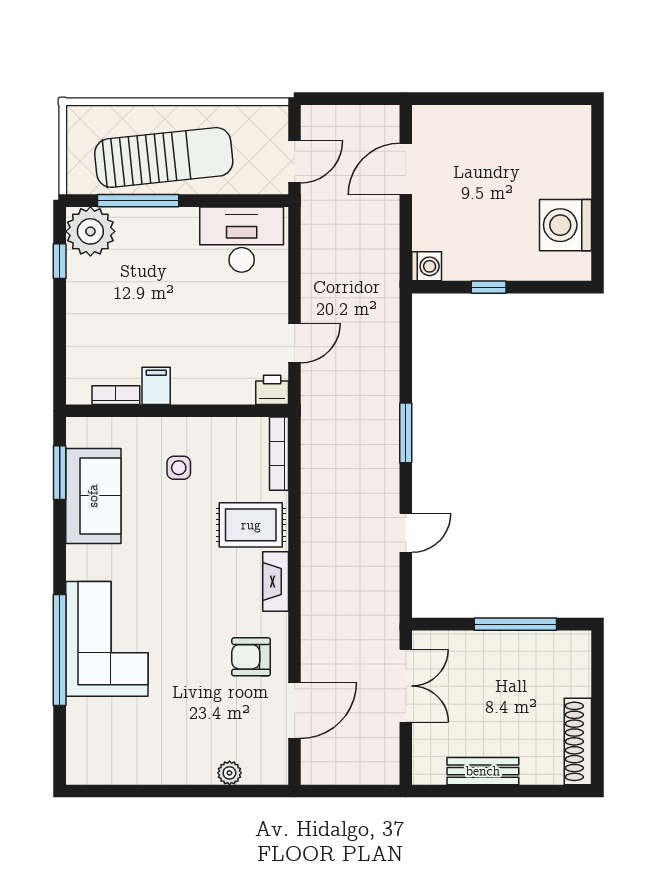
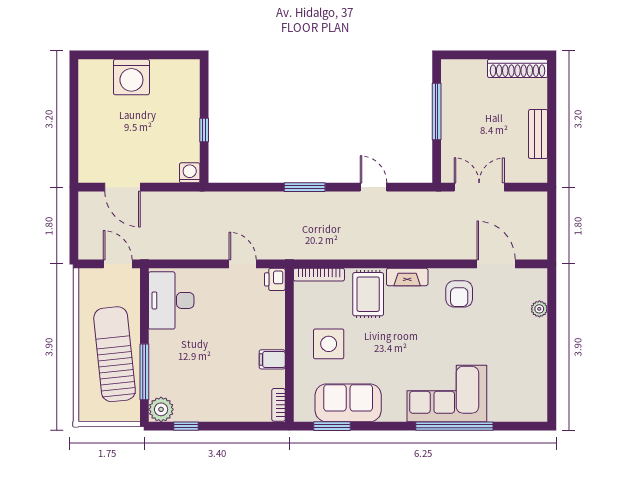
washing machine: (565, 225) -> (131, 77), moved
plant: (90, 231) -> (161, 409), width x0.73, depth x0.73
bookcase: (116, 395) -> (279, 405), moved
side table: (179, 468) -> (329, 344), width x1.87, depth x1.87

